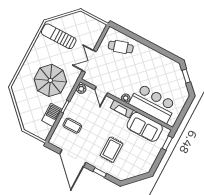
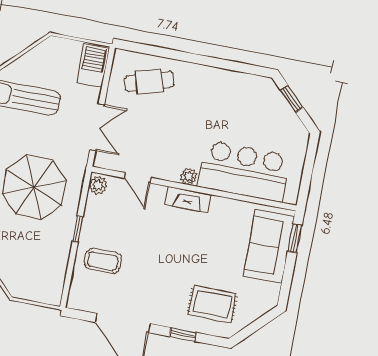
double door: (89, 61) -> (97, 127), swing flipped
barbecue: (52, 115) -> (93, 65), moved
sofa: (145, 127) -> (269, 246), moved, turned 90
rug: (112, 150) -> (212, 304), moved, turned 90

